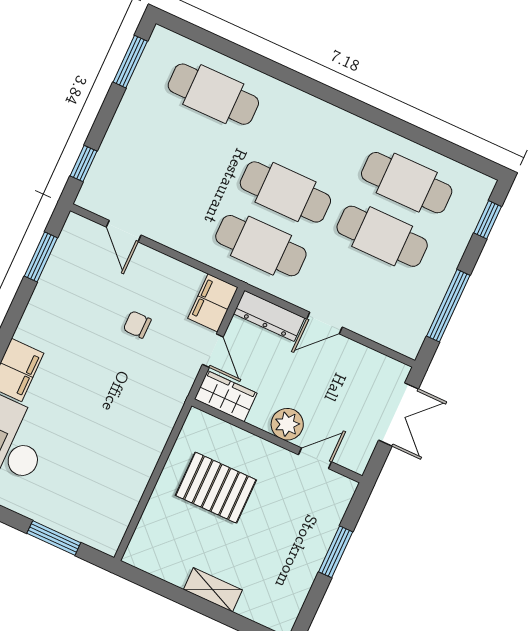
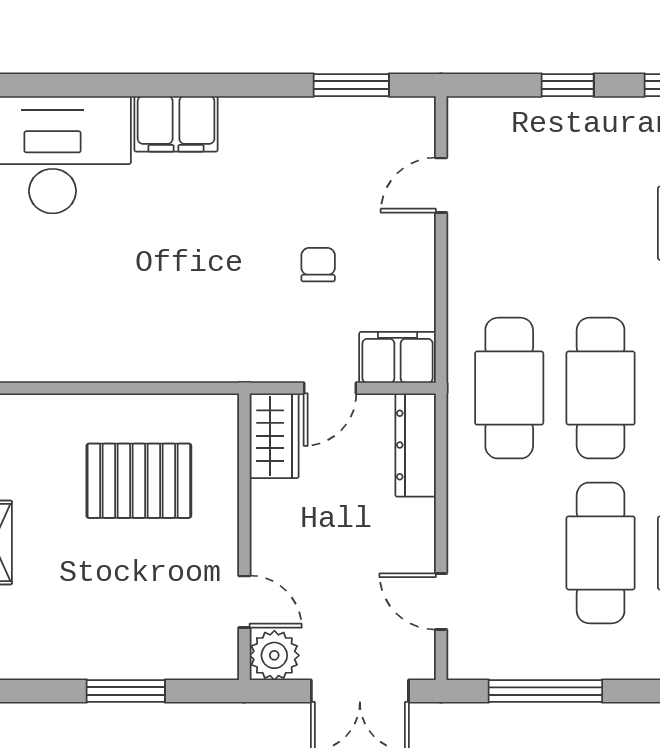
window: (84, 163) -> (568, 85), moved
door: (324, 323) -> (441, 601), moved
plant: (287, 424) -> (274, 655), moved
pallet: (216, 488) -> (139, 481), turned 90

